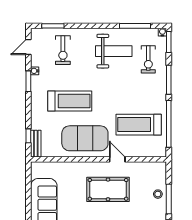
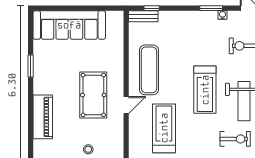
exercise bike: (148, 59) -> (235, 139), turned 180
treadmill: (70, 101) -> (205, 90), moved
exercise mat: (85, 138) -> (149, 70), width x0.68

